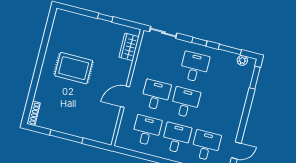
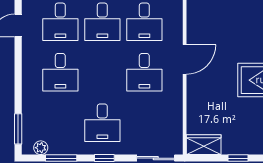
wardrobe: (129, 47) -> (204, 145), moved, turned -90
desk: (185, 102) -> (60, 72), moved

